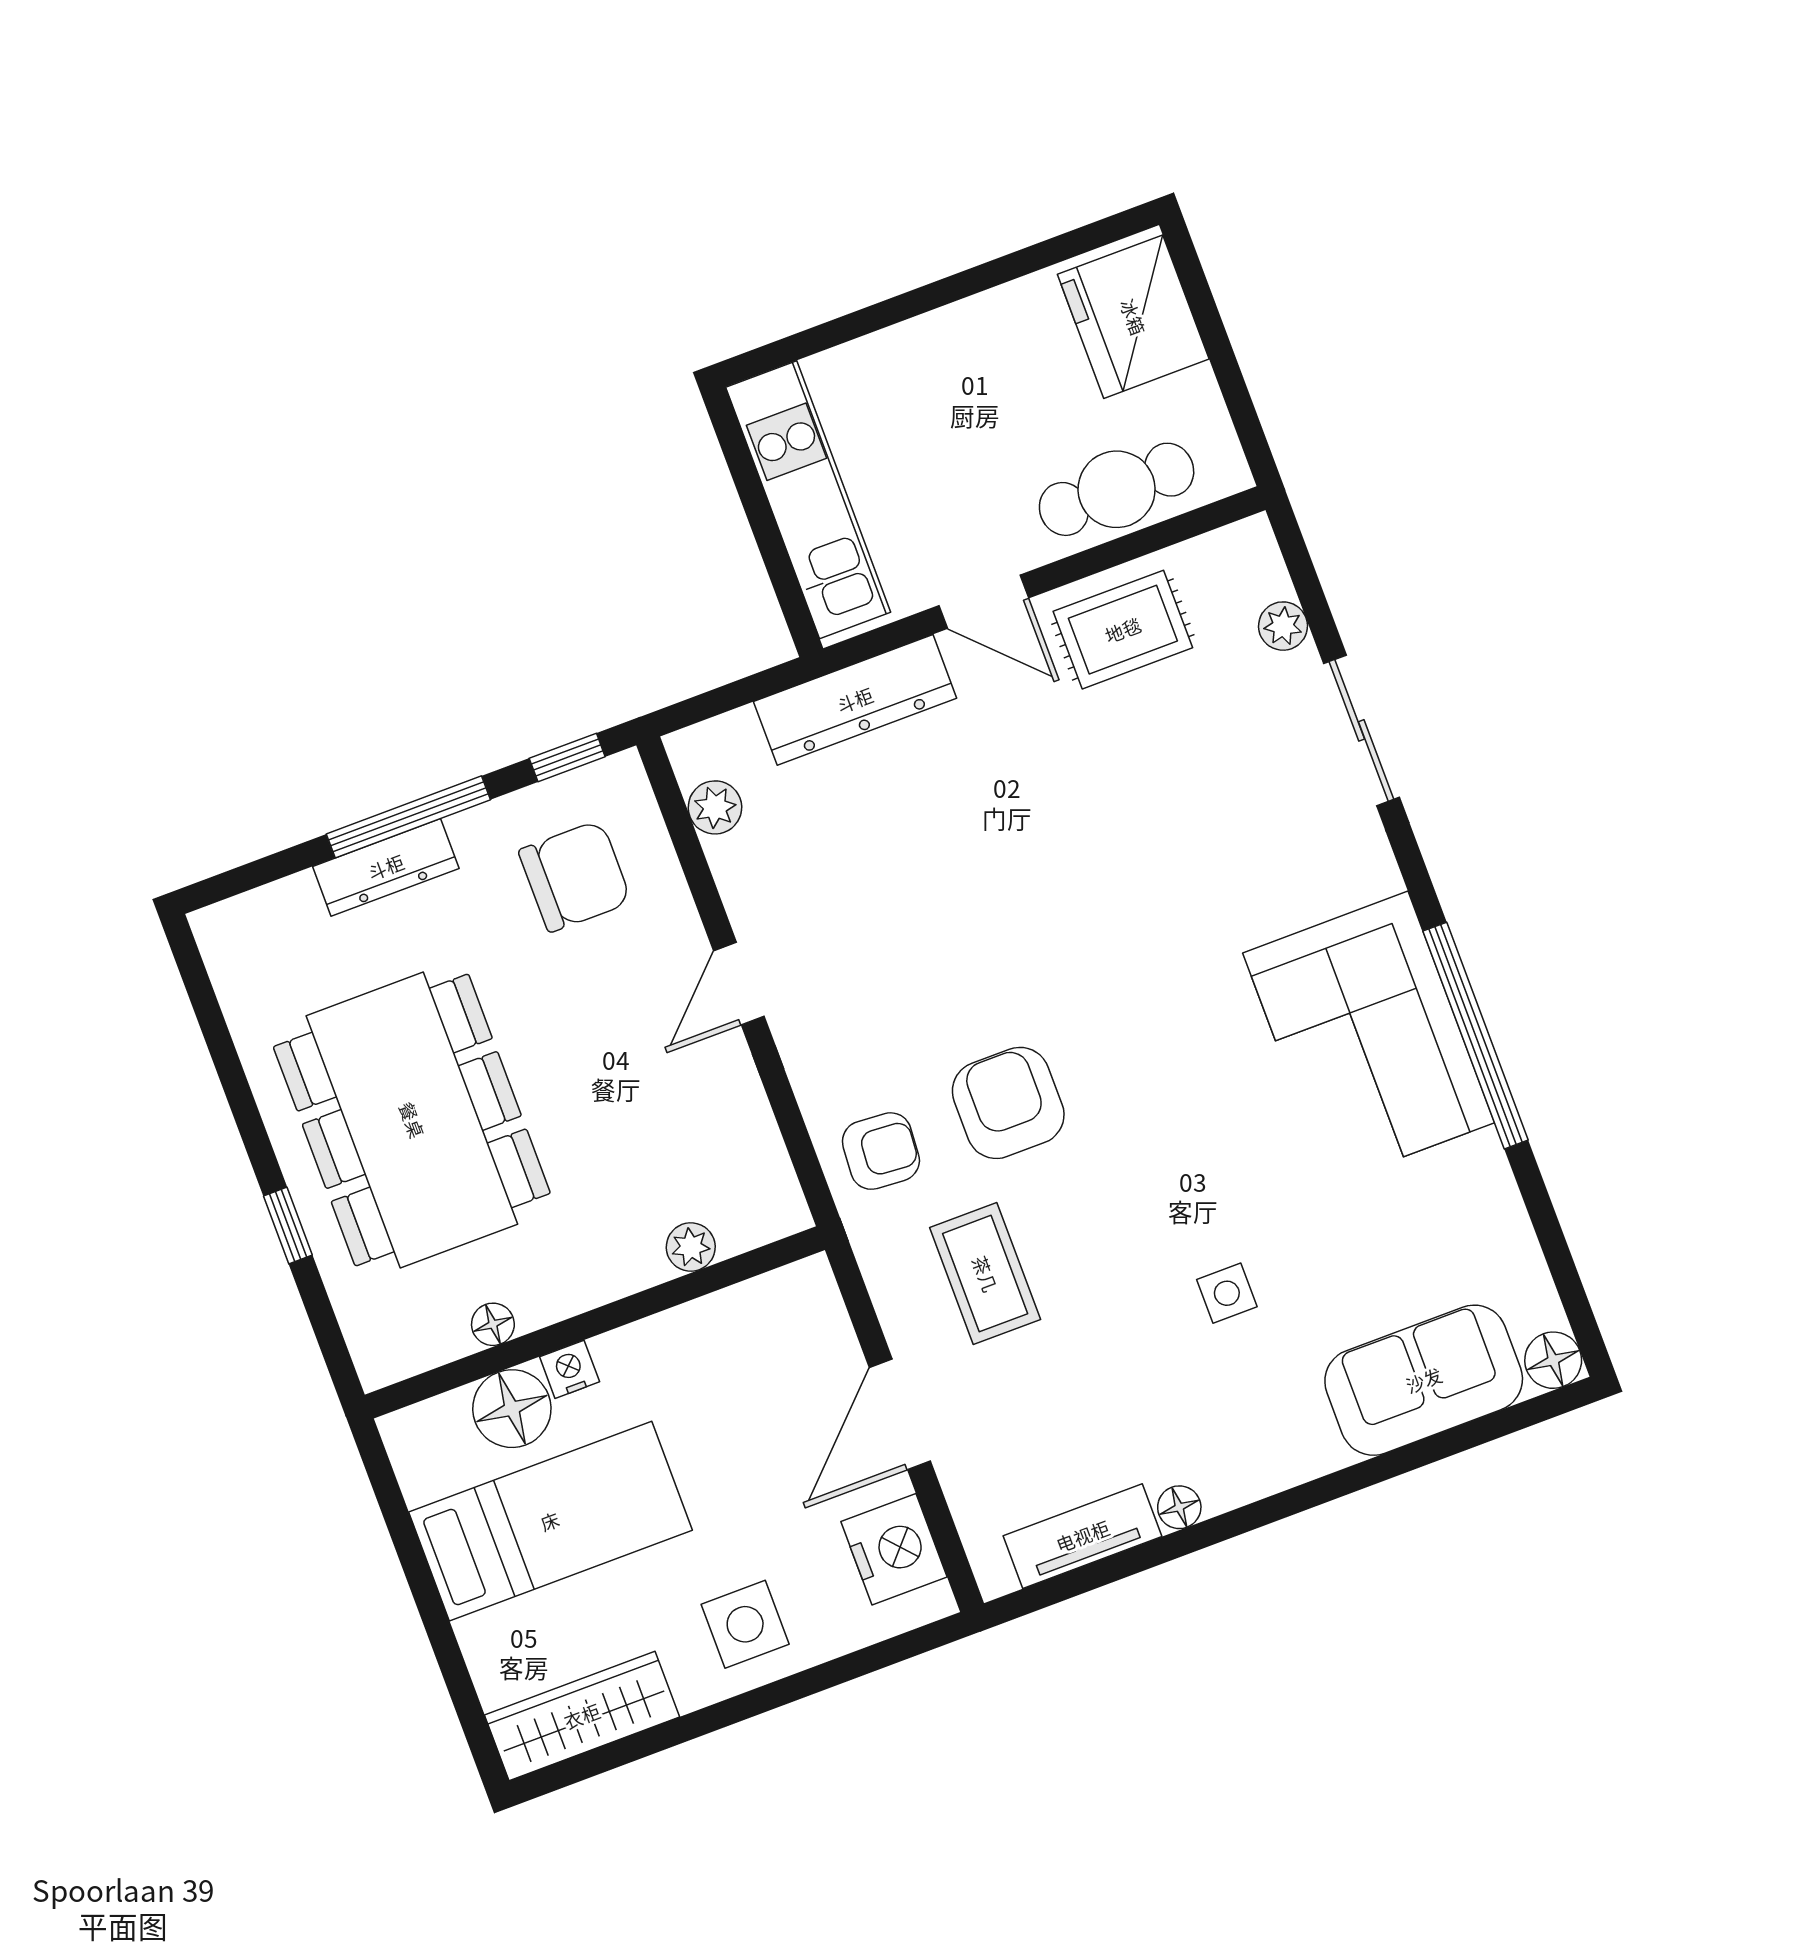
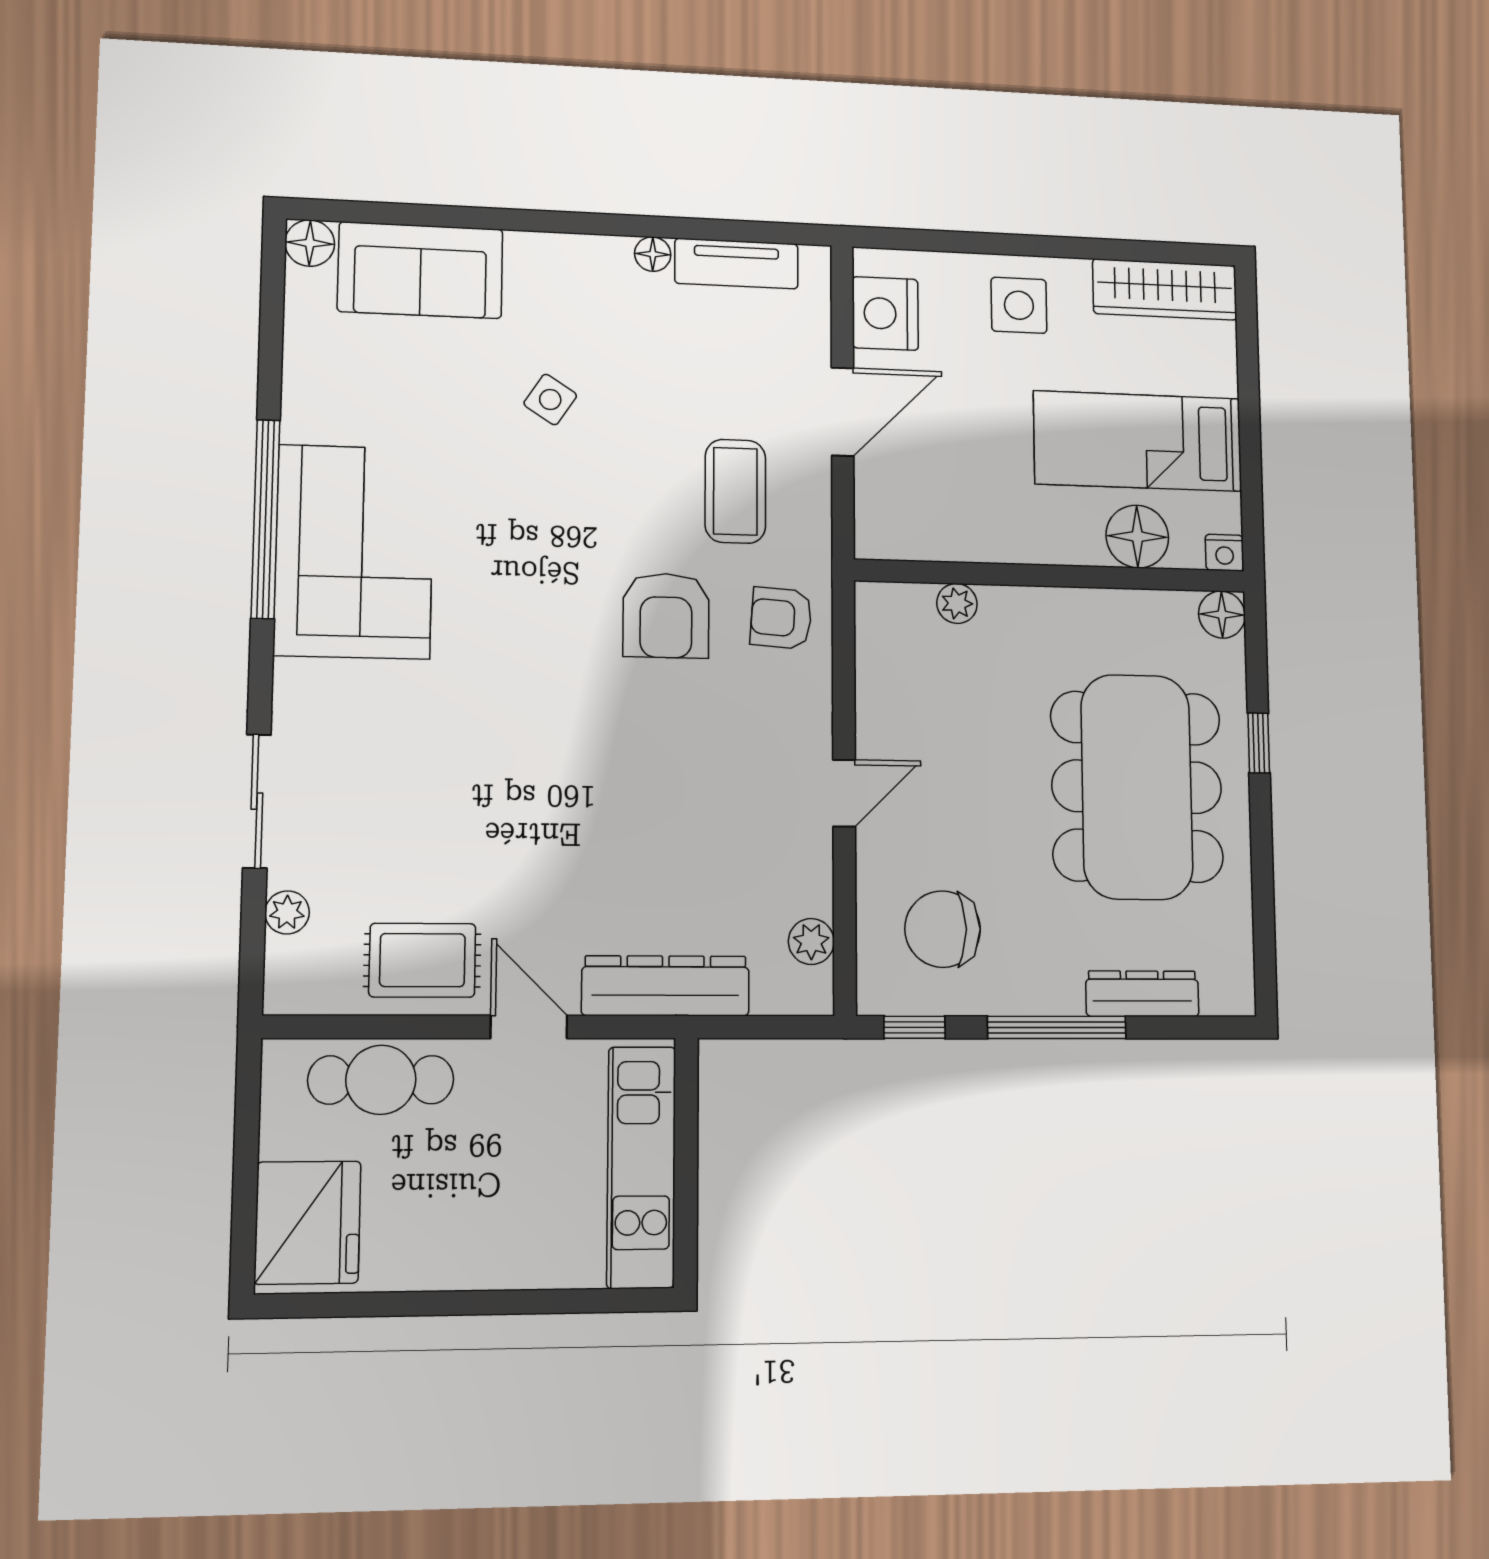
dresser: (386, 867) -> (1142, 994), moved
side table: (1227, 1293) -> (550, 399), turned 33
floor lamp: (493, 1324) -> (1222, 615), moved, width x1.37, depth x1.37
nightstand: (570, 1369) -> (1225, 553), moved

